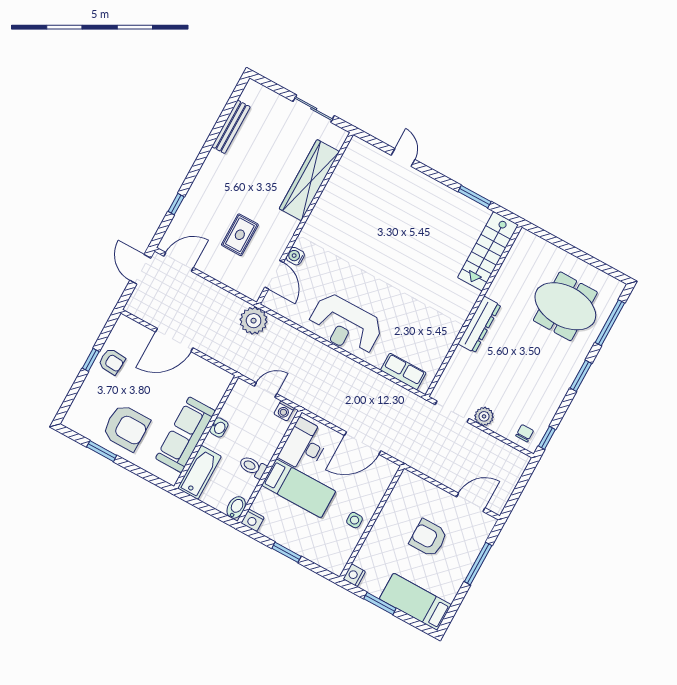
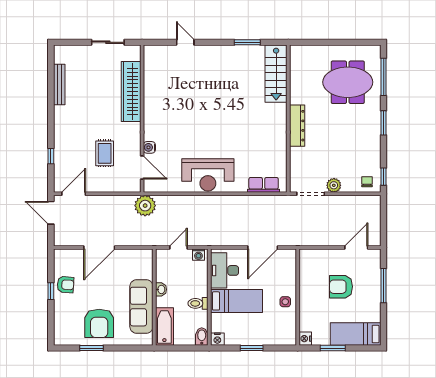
armchair: (126, 428) -> (99, 323), turned 90

